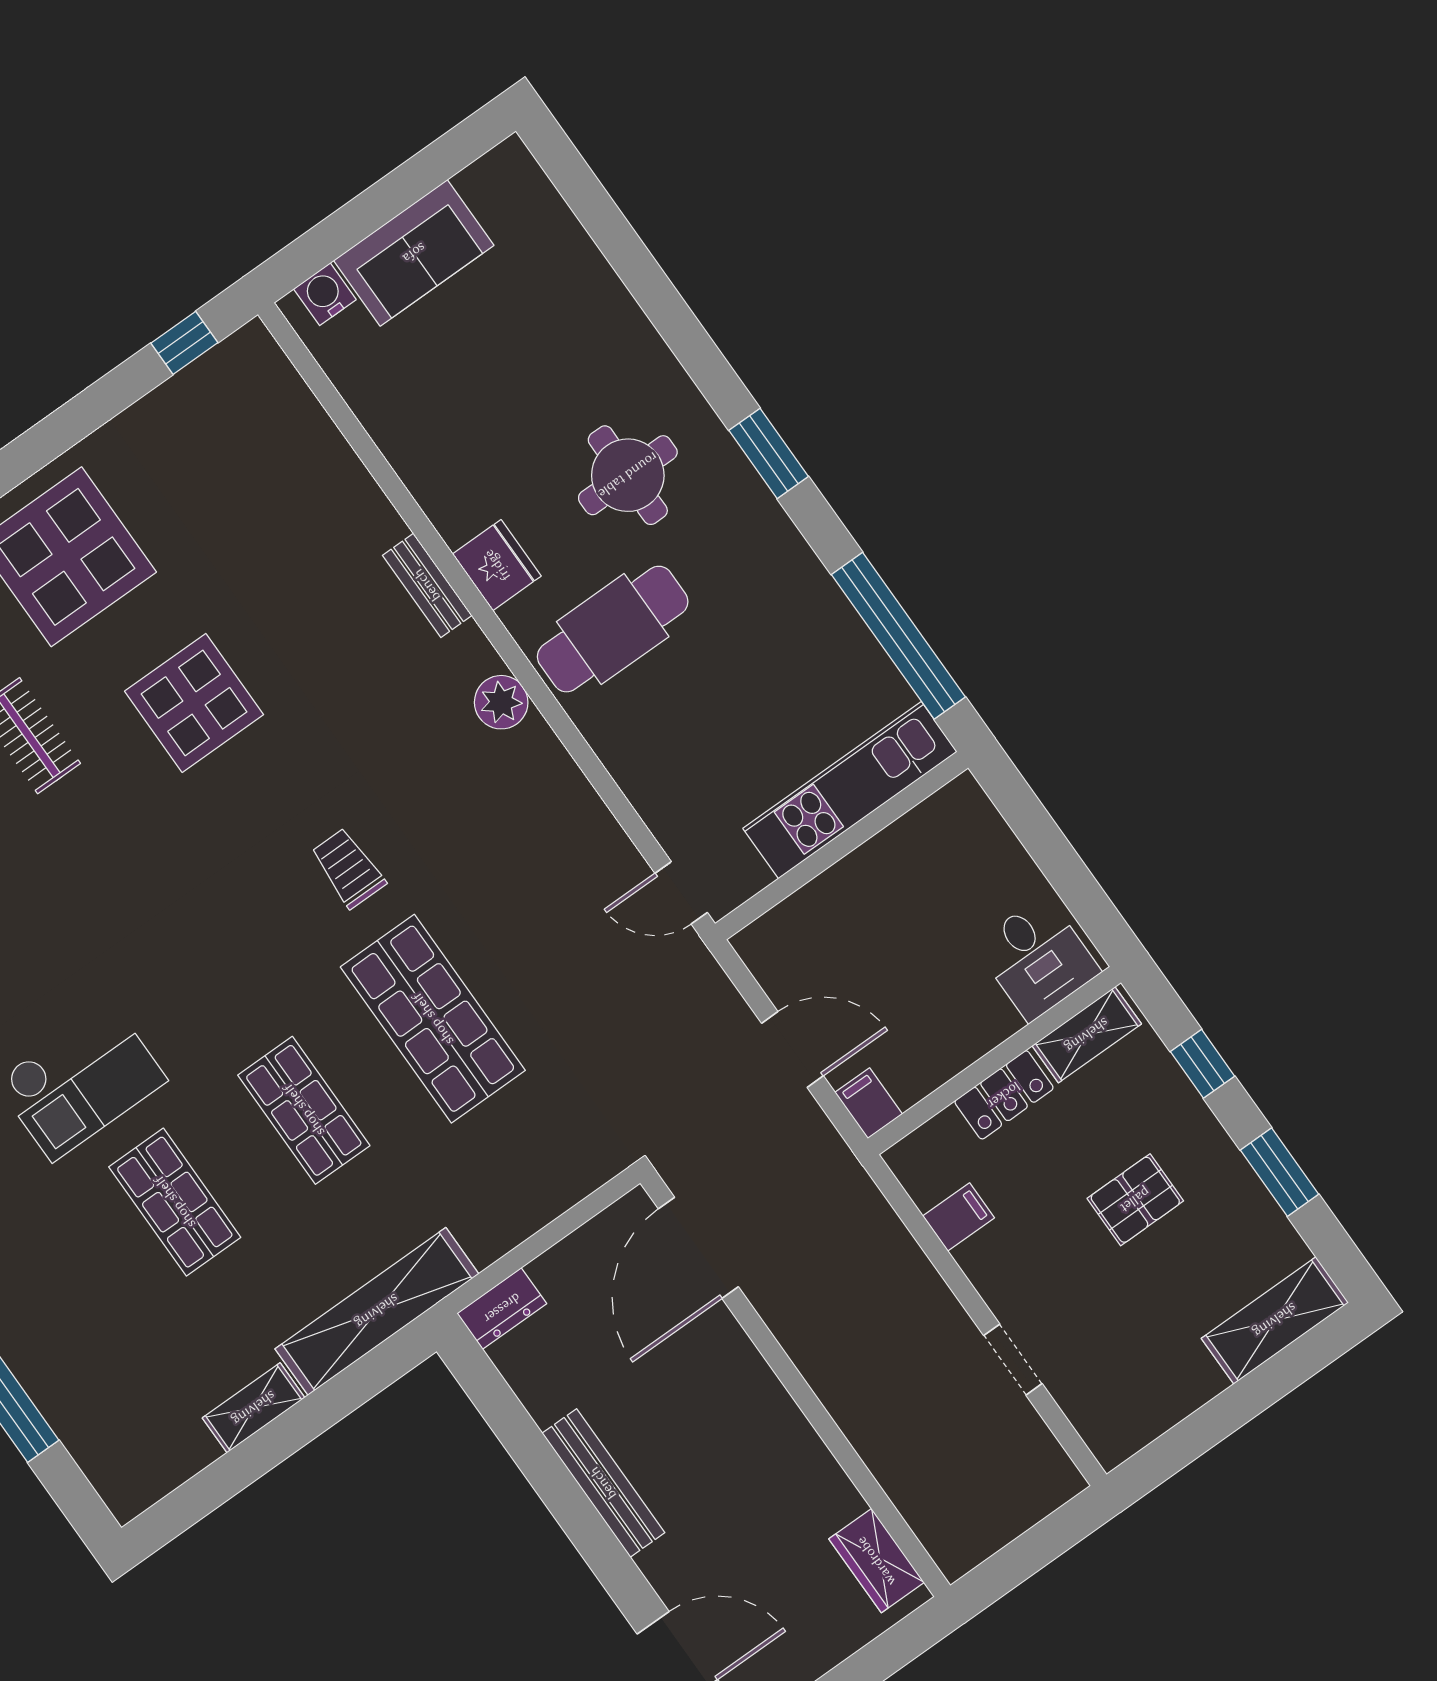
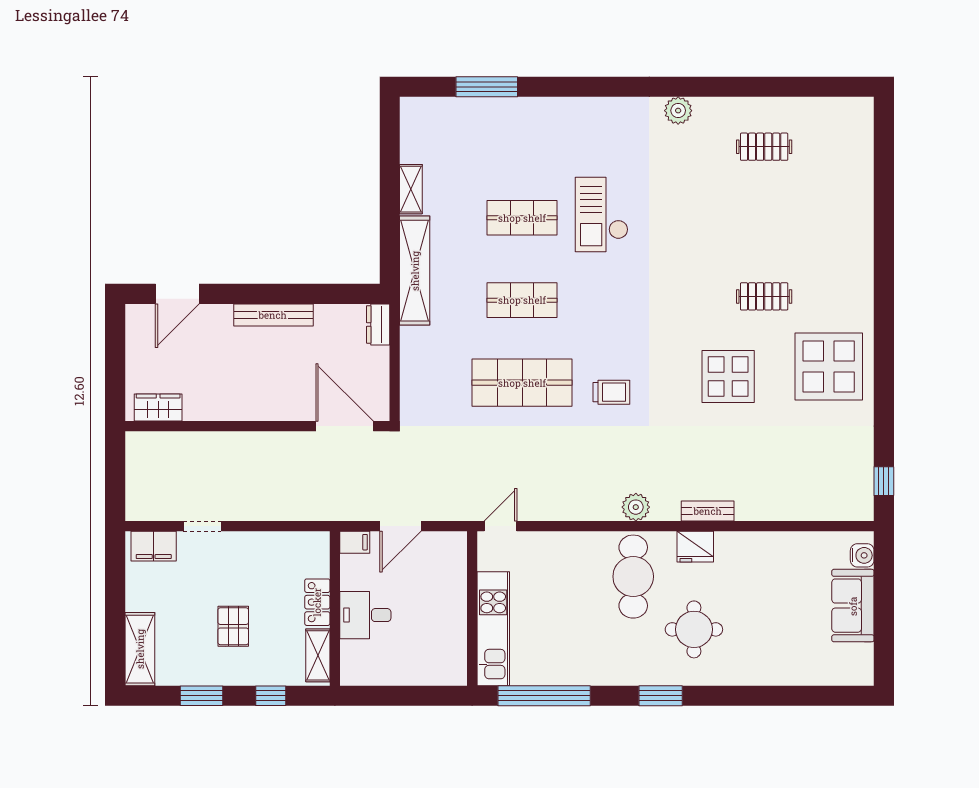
desk: (1037, 958) -> (365, 615), moved
filing cabinet: (959, 1217) -> (154, 546), moved, width x2.00

